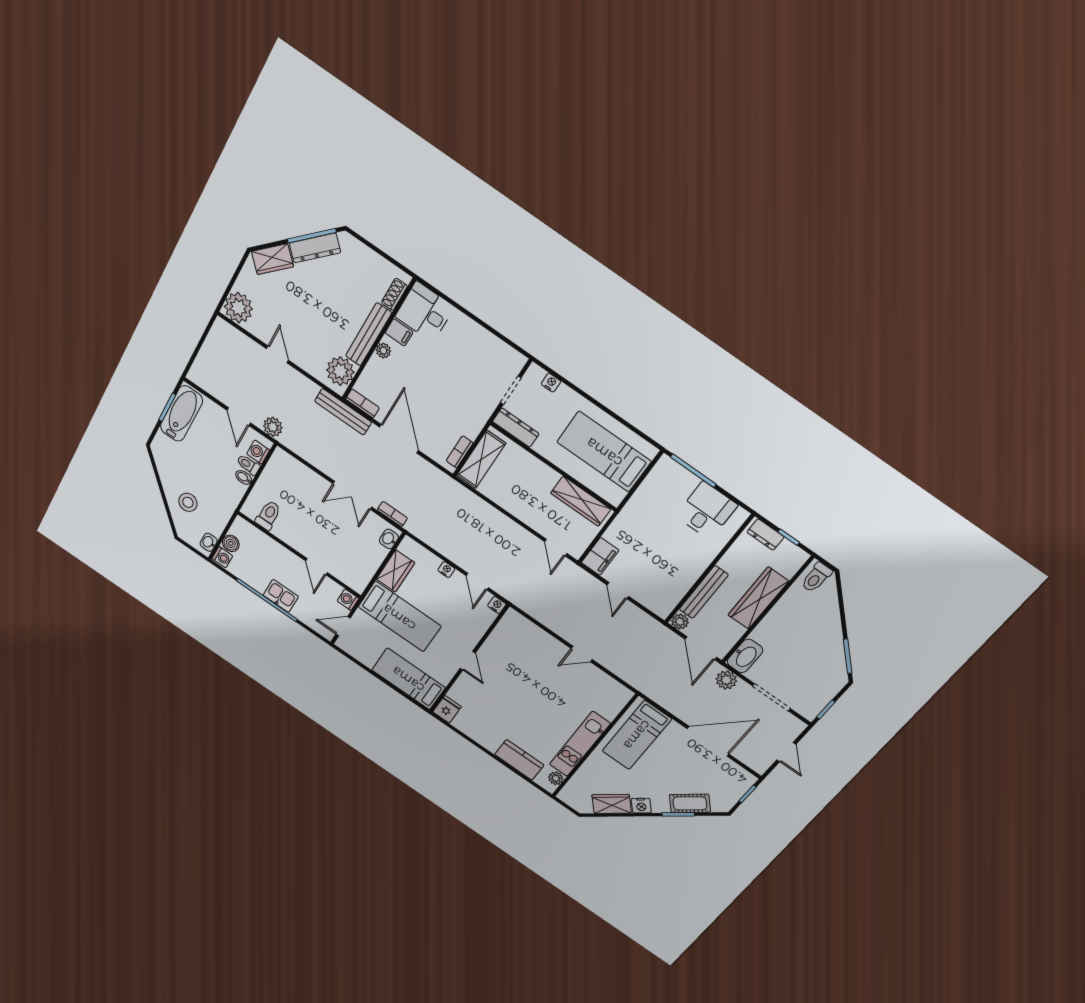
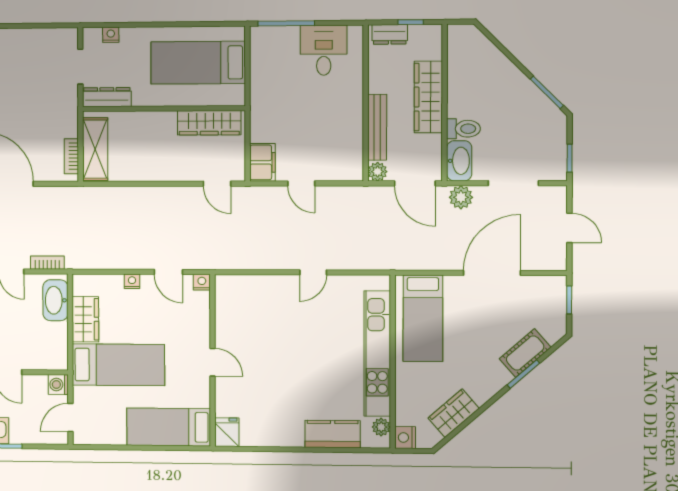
washbasin: (389, 539) -> (55, 300), width x1.91, depth x1.45
toilet: (816, 577) -> (463, 129), moved, turned -90
kitchen unit: (580, 744) -> (377, 354), width x1.36
nightstand: (641, 806) -> (405, 438), moved, turned 131

